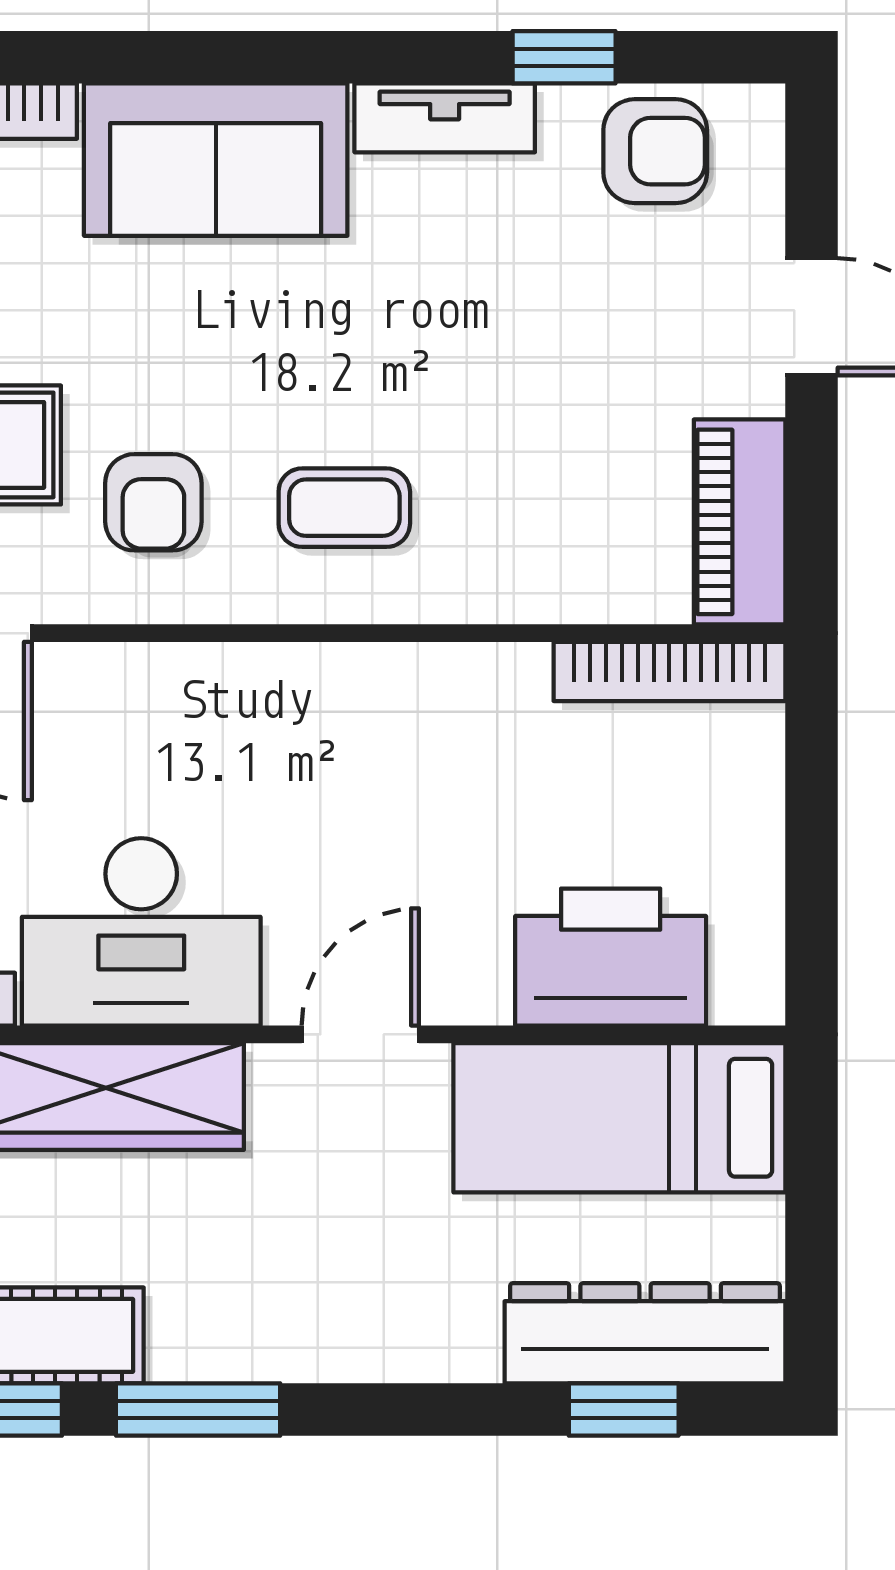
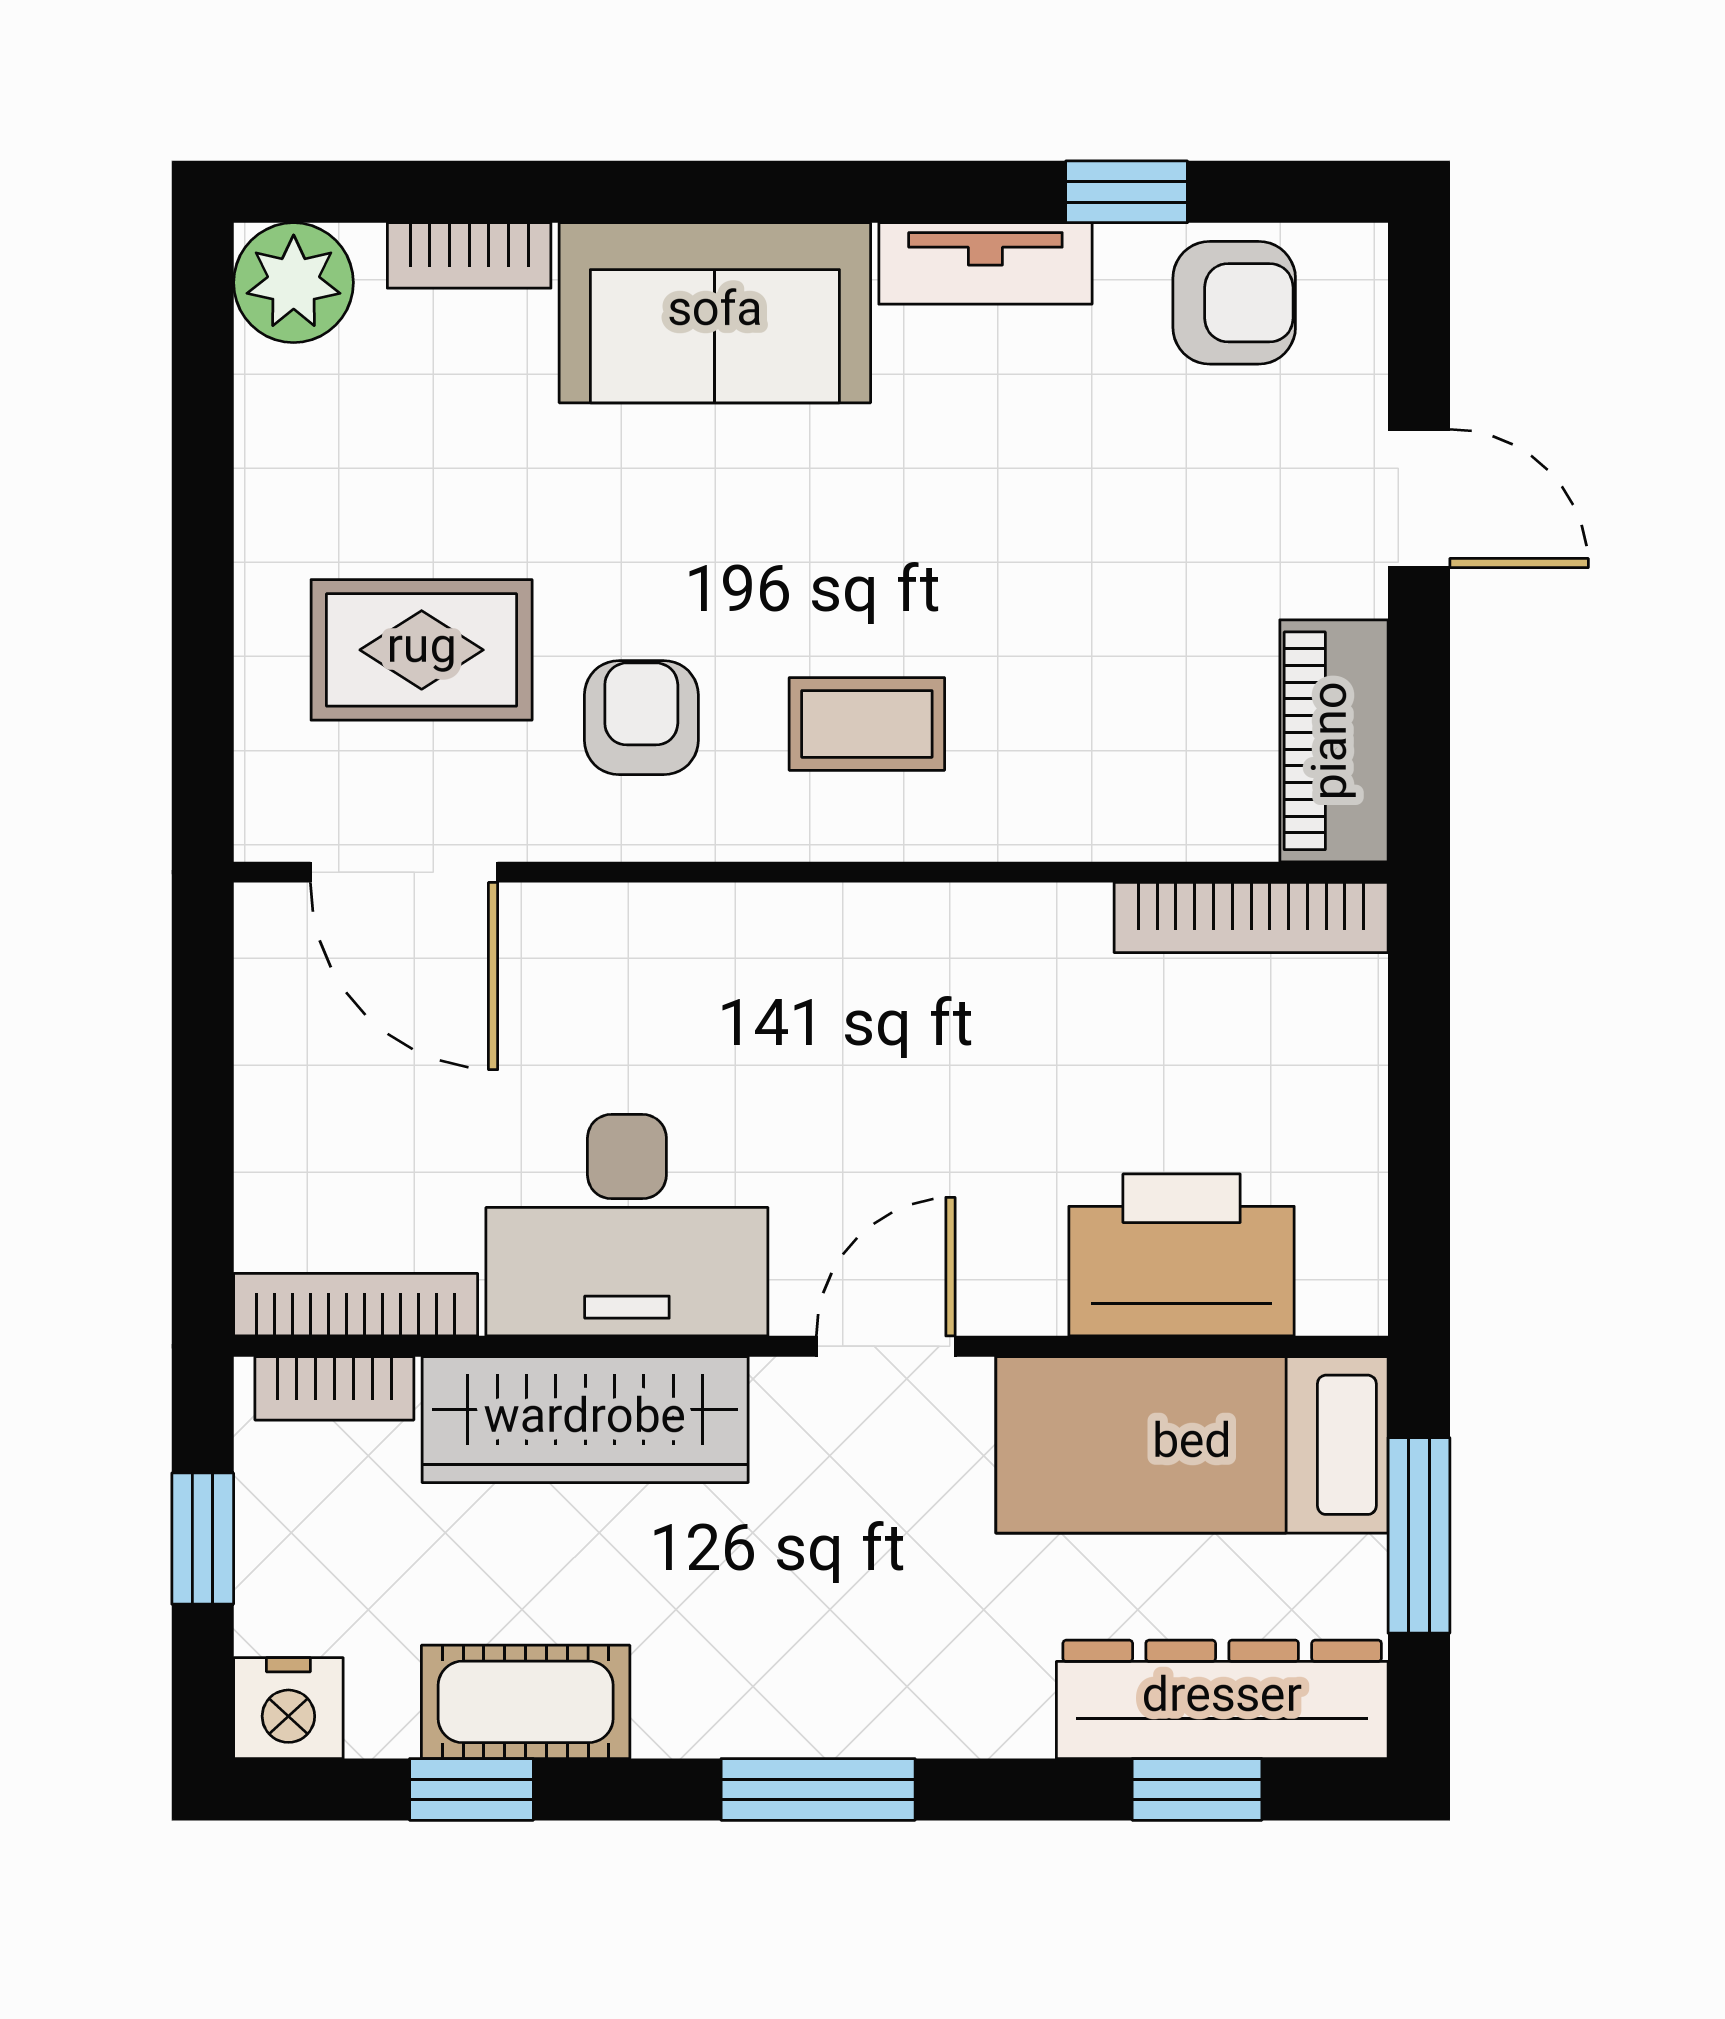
armchair: (153, 502) -> (641, 718), turned 180
window: (812, 1194) -> (1419, 1535), added
window: (198, 1409) -> (818, 1789), moved

